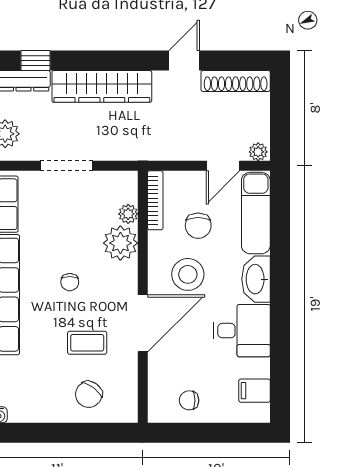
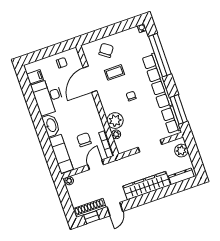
window: (35, 60) -> (92, 217), moved
door: (223, 166) -> (96, 165), moved
stool: (188, 274) -> (81, 117), removed
door: (143, 323) -> (90, 79), moved
desk: (242, 331) -> (48, 97), width x1.37

